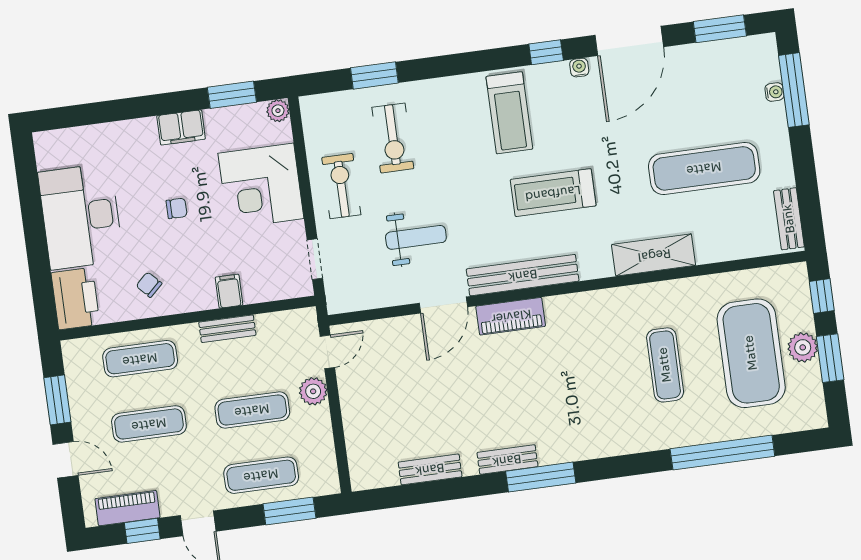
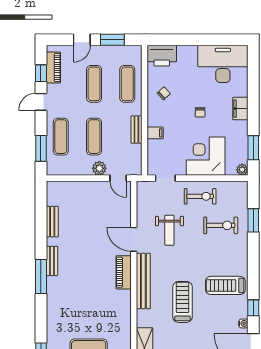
filing cabinet: (181, 127) -> (240, 109), moved
exercise bike: (393, 138) -> (221, 225), turned 180
desk: (81, 216) -> (223, 64), moved

